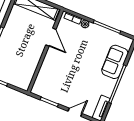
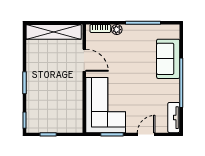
corner sofa: (53, 78) -> (106, 105), added

